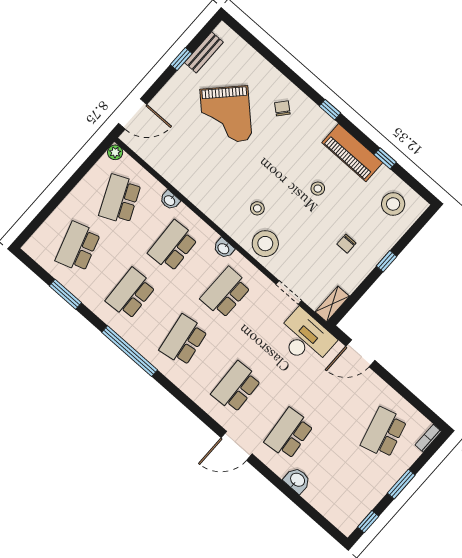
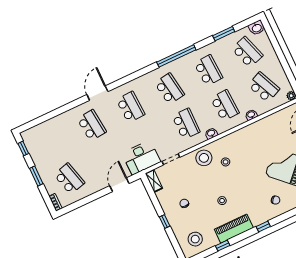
washbasin: (297, 480) -> (257, 28), moved

